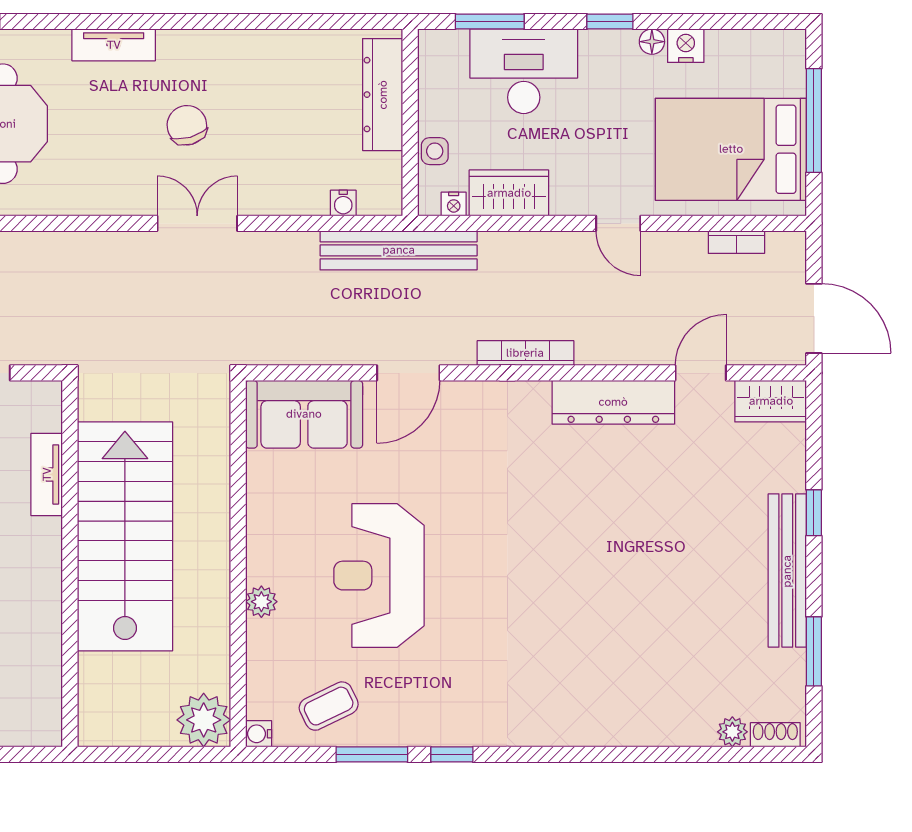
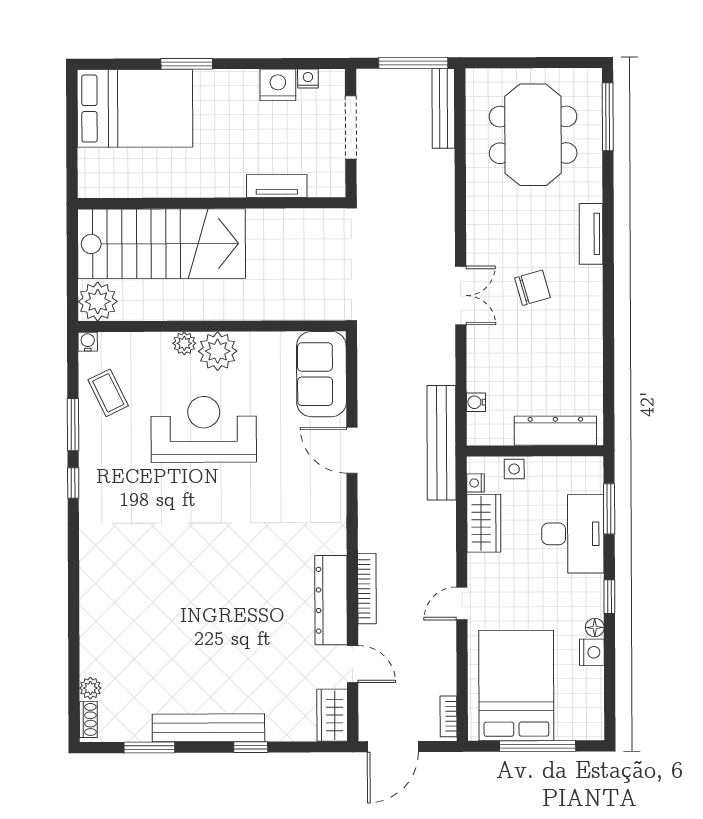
bookcase: (736, 242) -> (448, 716), moved
bookcase: (525, 353) -> (367, 589), moved
stairs: (125, 536) -> (161, 244), moved
plant: (272, 556) -> (218, 351), added

